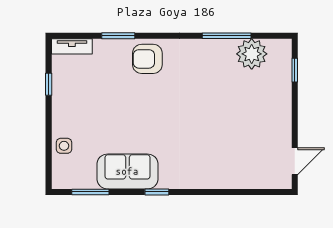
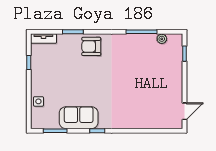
plant: (252, 54) -> (162, 39), width x0.53, depth x0.53

